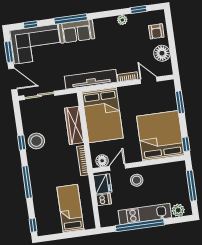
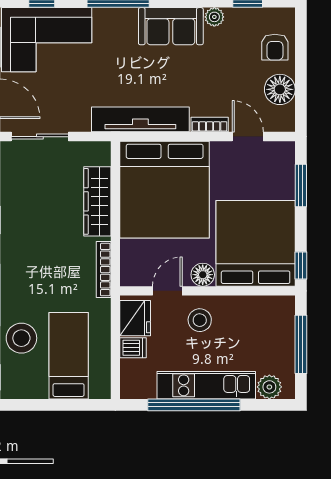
sofa: (76, 31) -> (171, 26), moved
bed: (102, 115) -> (165, 190), width x1.36
stool: (36, 141) -> (21, 338), moved
floor lamp: (102, 161) -> (203, 275), moved

